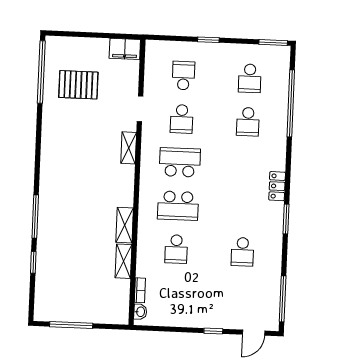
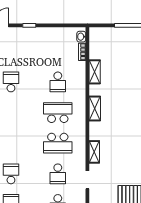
school desk: (182, 119) -> (58, 174), turned 180
shelving: (125, 225) -> (95, 108), moved
school desk: (176, 249) -> (58, 82), turned 180

